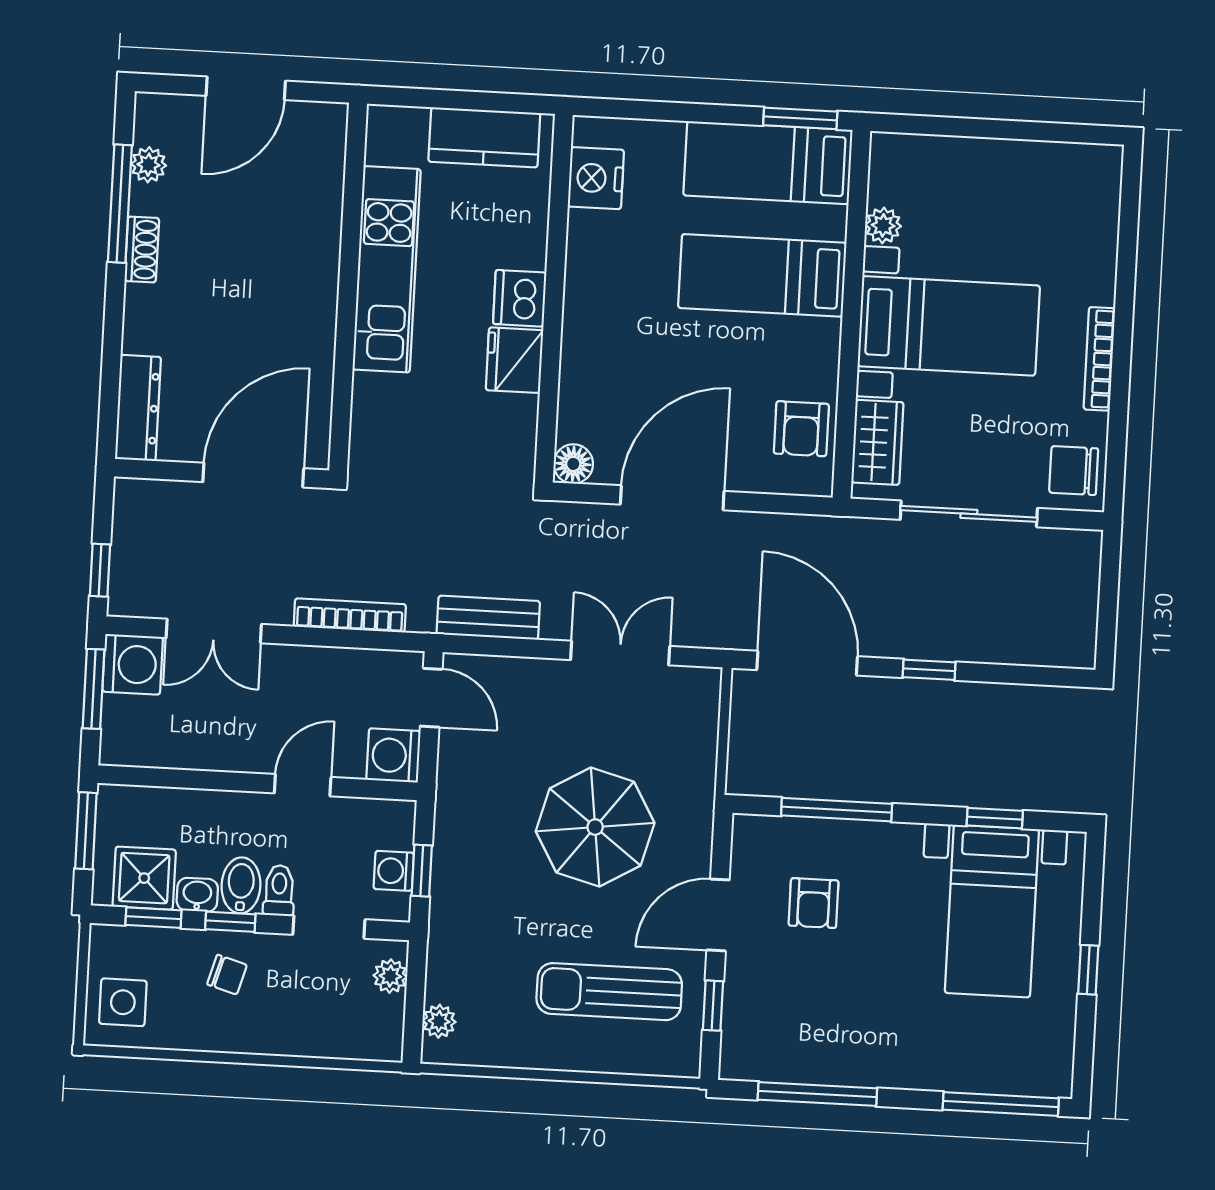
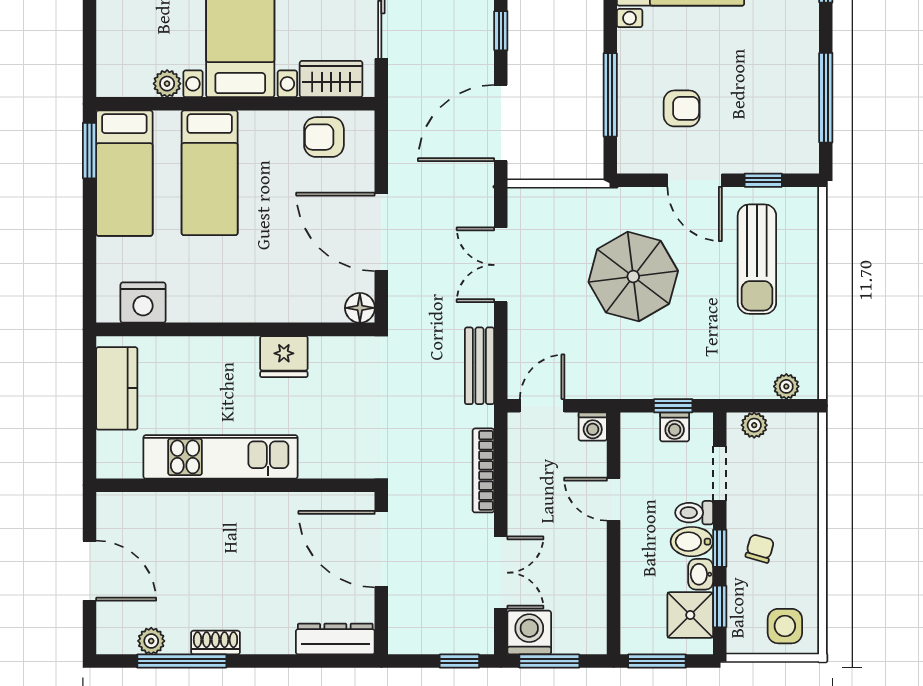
dishwasher: (520, 298) -> (237, 355), removed
armchair: (801, 429) -> (324, 137), turned 180
washing machine: (393, 755) -> (593, 426), width x0.73, depth x0.73

